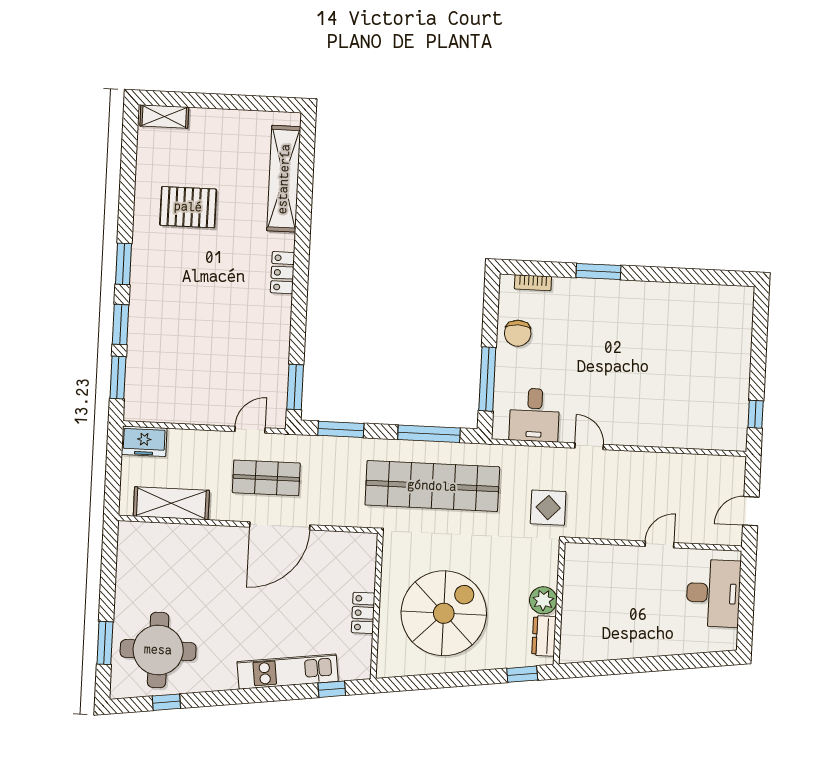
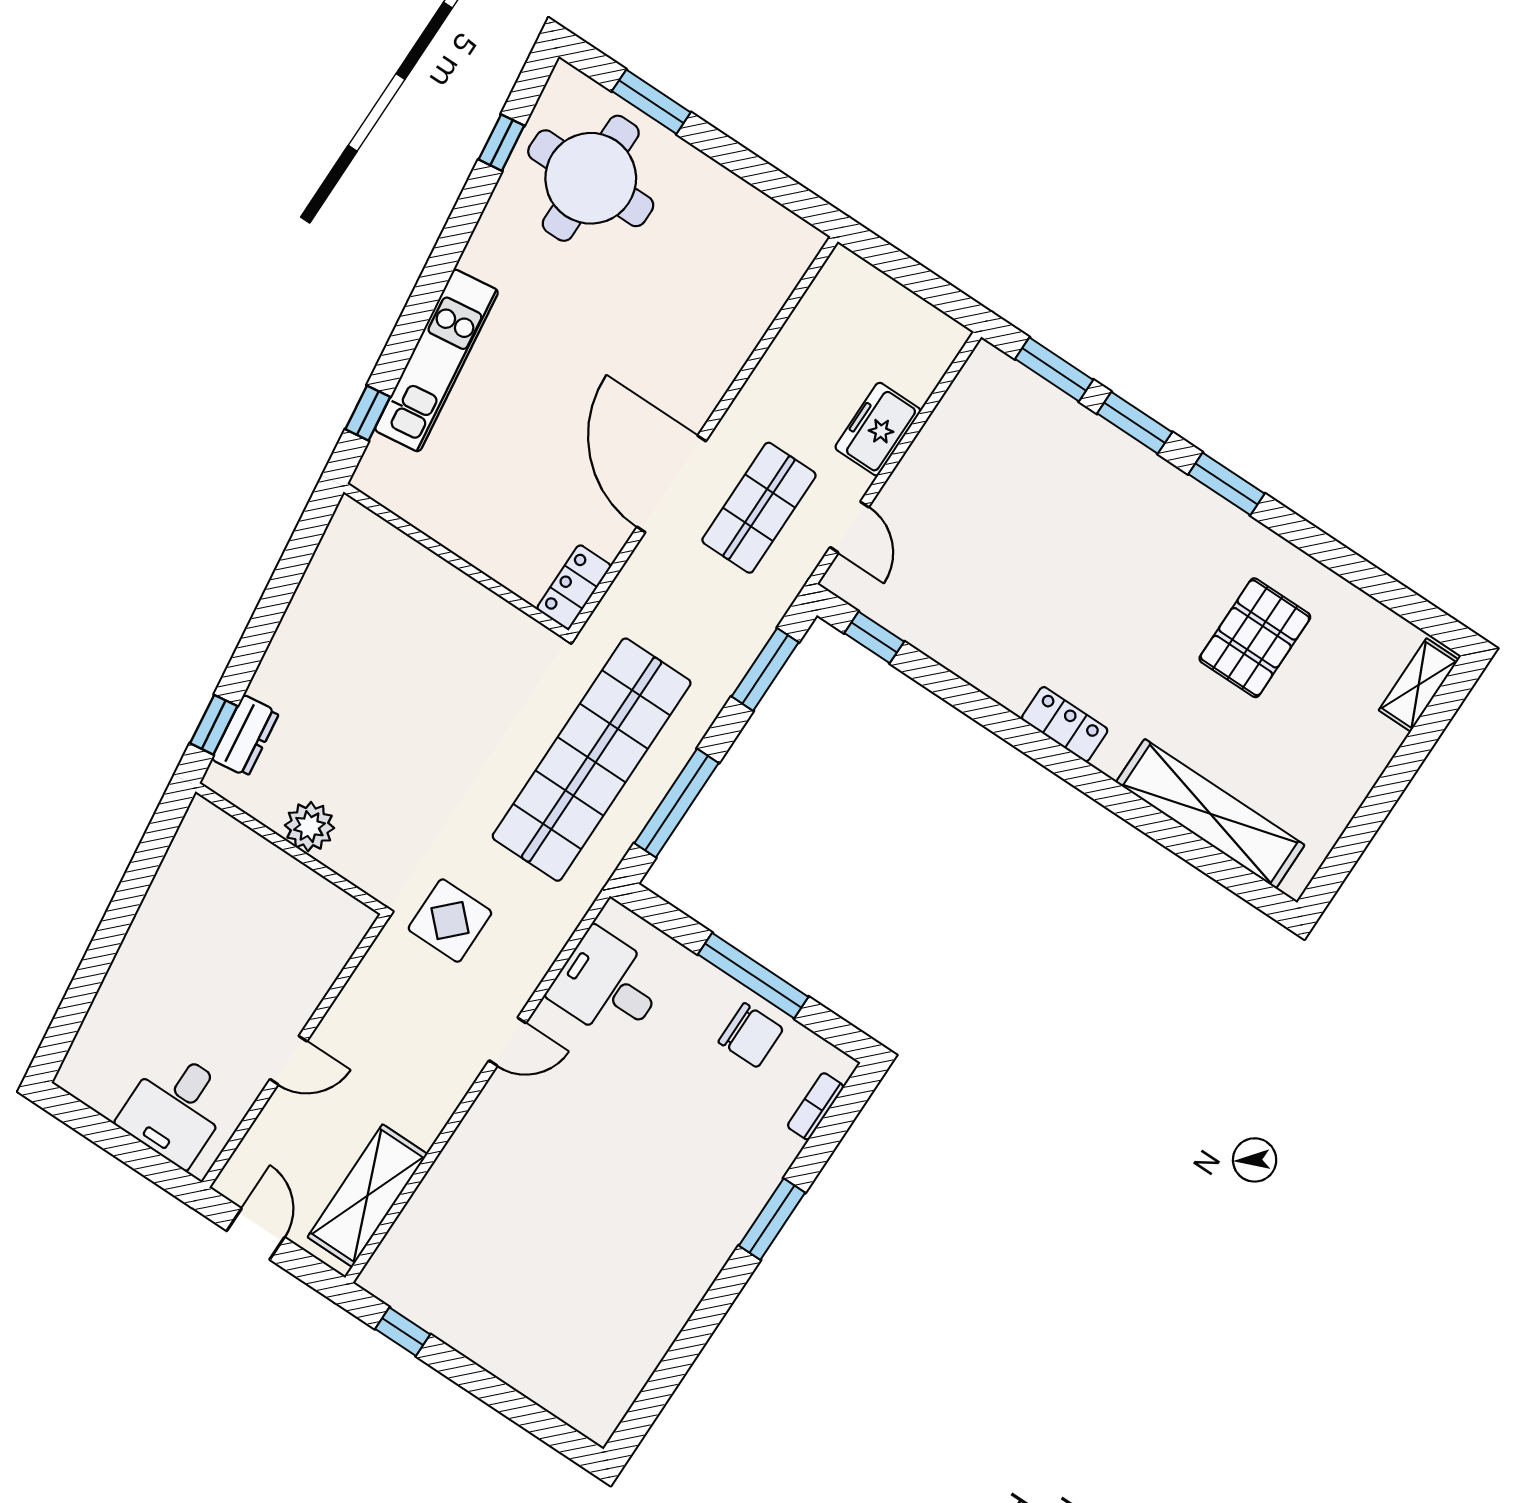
chair: (518, 333) -> (751, 1035), turned 180
window: (487, 379) -> (753, 976), moved
window: (295, 387) -> (874, 637), width x0.67
freezer: (144, 441) -> (878, 429), moved
shelving: (171, 503) -> (367, 1196), moved
door: (660, 544) -> (289, 1060), hinge flipped
desk: (713, 593) -> (176, 1108), width x0.73
locker: (363, 613) -> (574, 587), moved, turned -90
spiral stairs: (444, 613) -> (382, 659), removed
dresser: (544, 636) -> (245, 736), moved, turned 83

